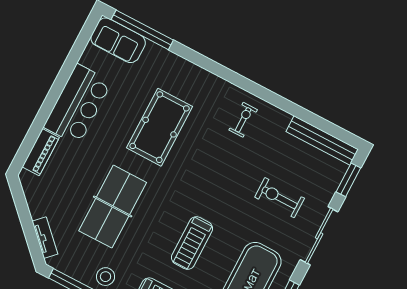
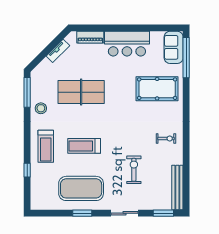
pool table: (160, 127) -> (157, 89), moved
exercise bike: (280, 198) -> (134, 170), moved
sliding door: (319, 236) -> (124, 213), width x0.73
tv unit: (45, 238) -> (58, 51), moved

